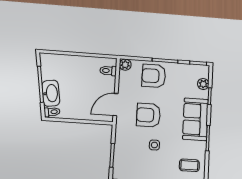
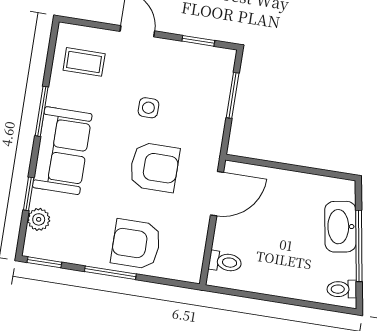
plant: (125, 65) -> (190, 271), removed
armchair: (154, 76) -> (136, 244), turned 180
toilet: (52, 112) -> (342, 289), moved

